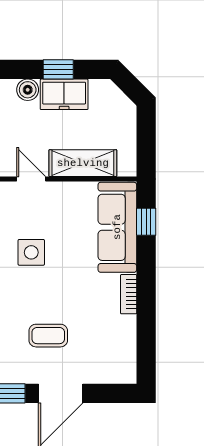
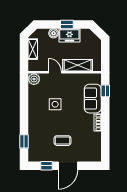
sofa: (117, 227) -> (93, 99), width x0.73

